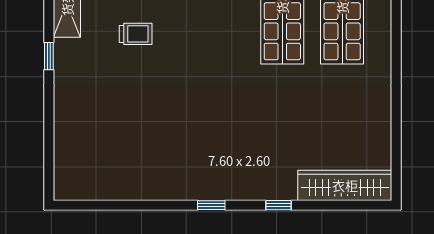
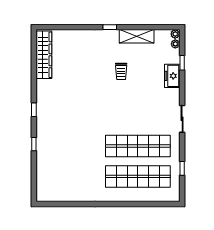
wardrobe: (345, 185) -> (44, 55), moved

